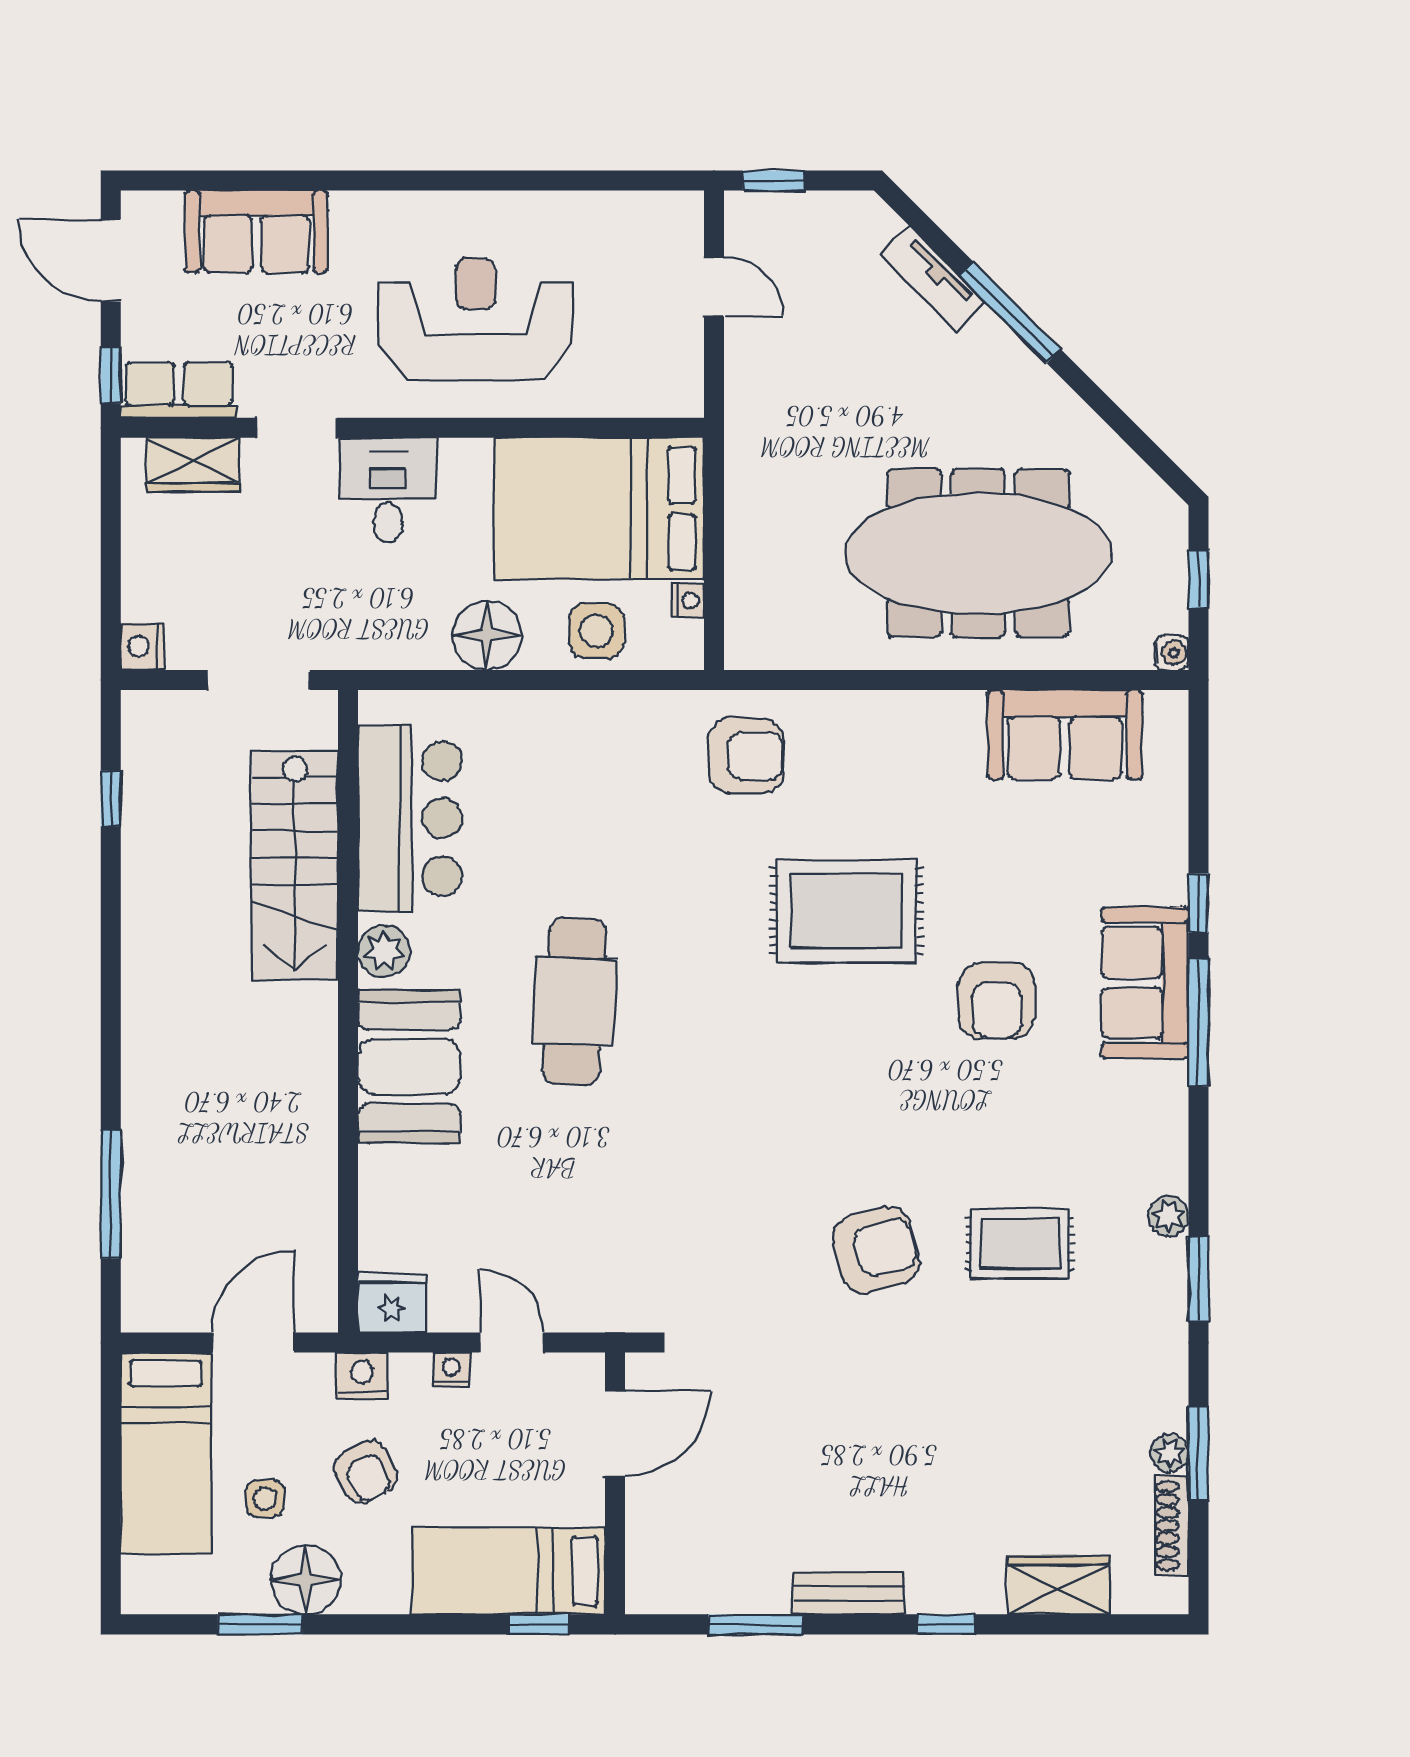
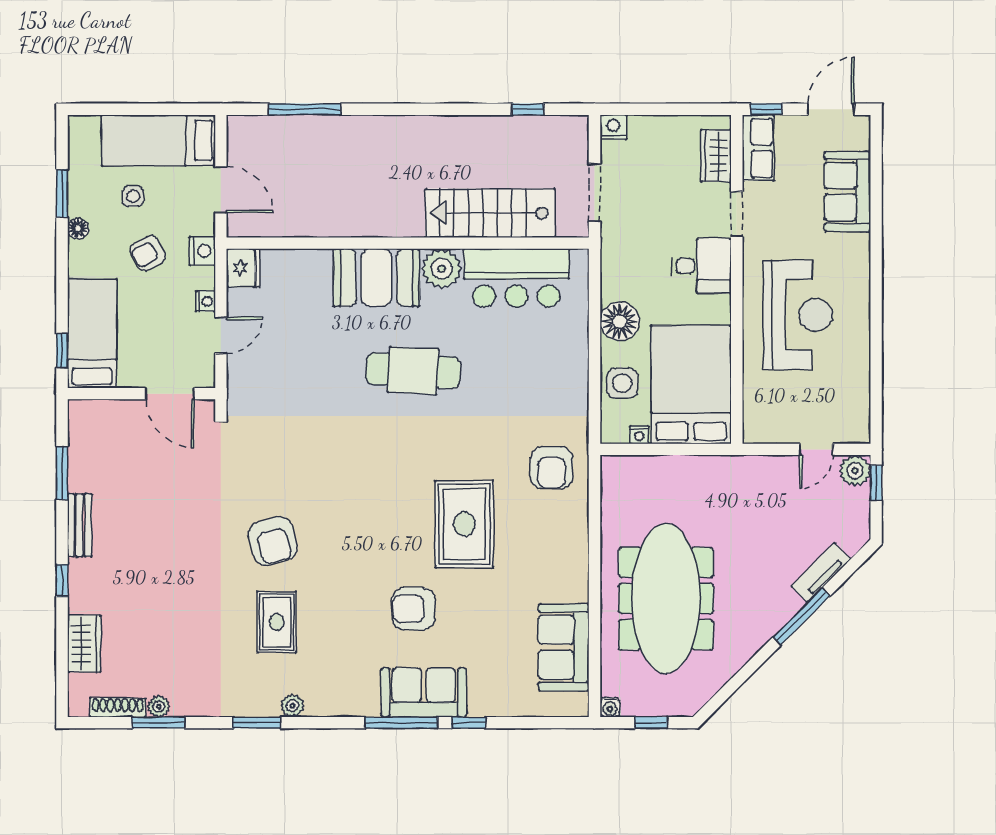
plant: (751, 218) -> (855, 471), added
plant: (384, 951) -> (442, 269), width x1.36, depth x1.36
floor lamp: (306, 1580) -> (78, 229), width x0.53, depth x0.53

